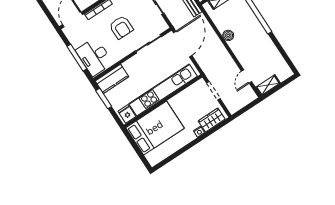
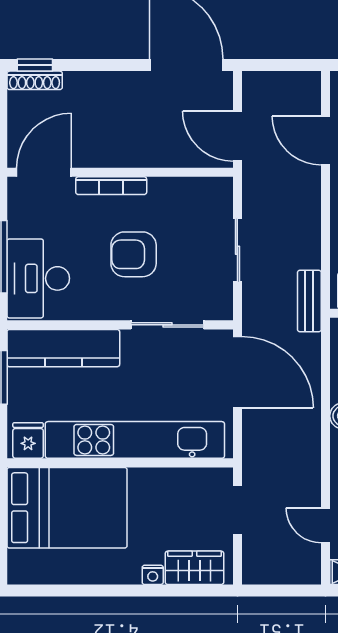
armchair: (121, 27) -> (134, 254), turned 90
door: (183, 44) -> (237, 372), hinge flipped
door: (247, 76) -> (326, 525), hinge flipped
kitchen counter: (112, 79) -> (63, 348), width x1.50

